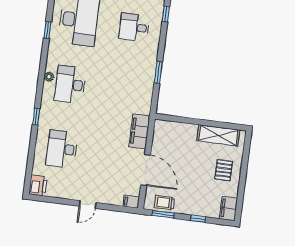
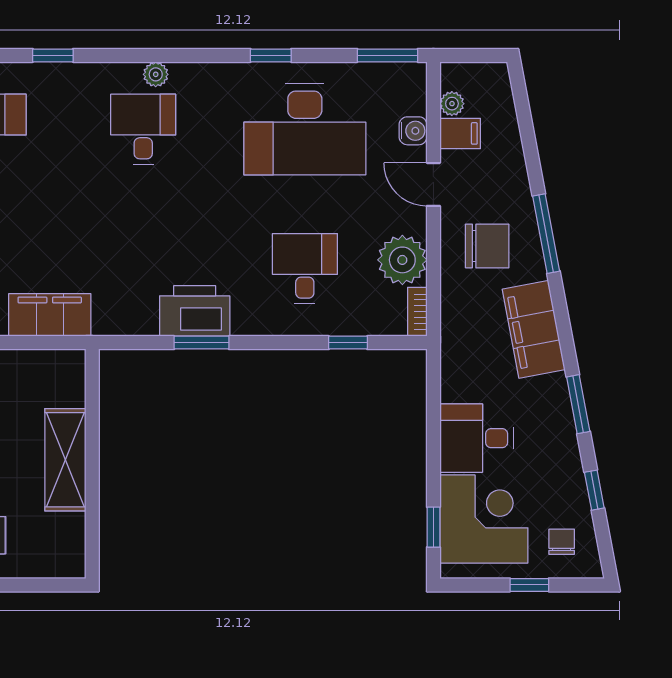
printer: (145, 73) -> (195, 311), added
desk: (70, 85) -> (143, 129), width x0.73
shelving: (218, 135) -> (65, 460), moved

